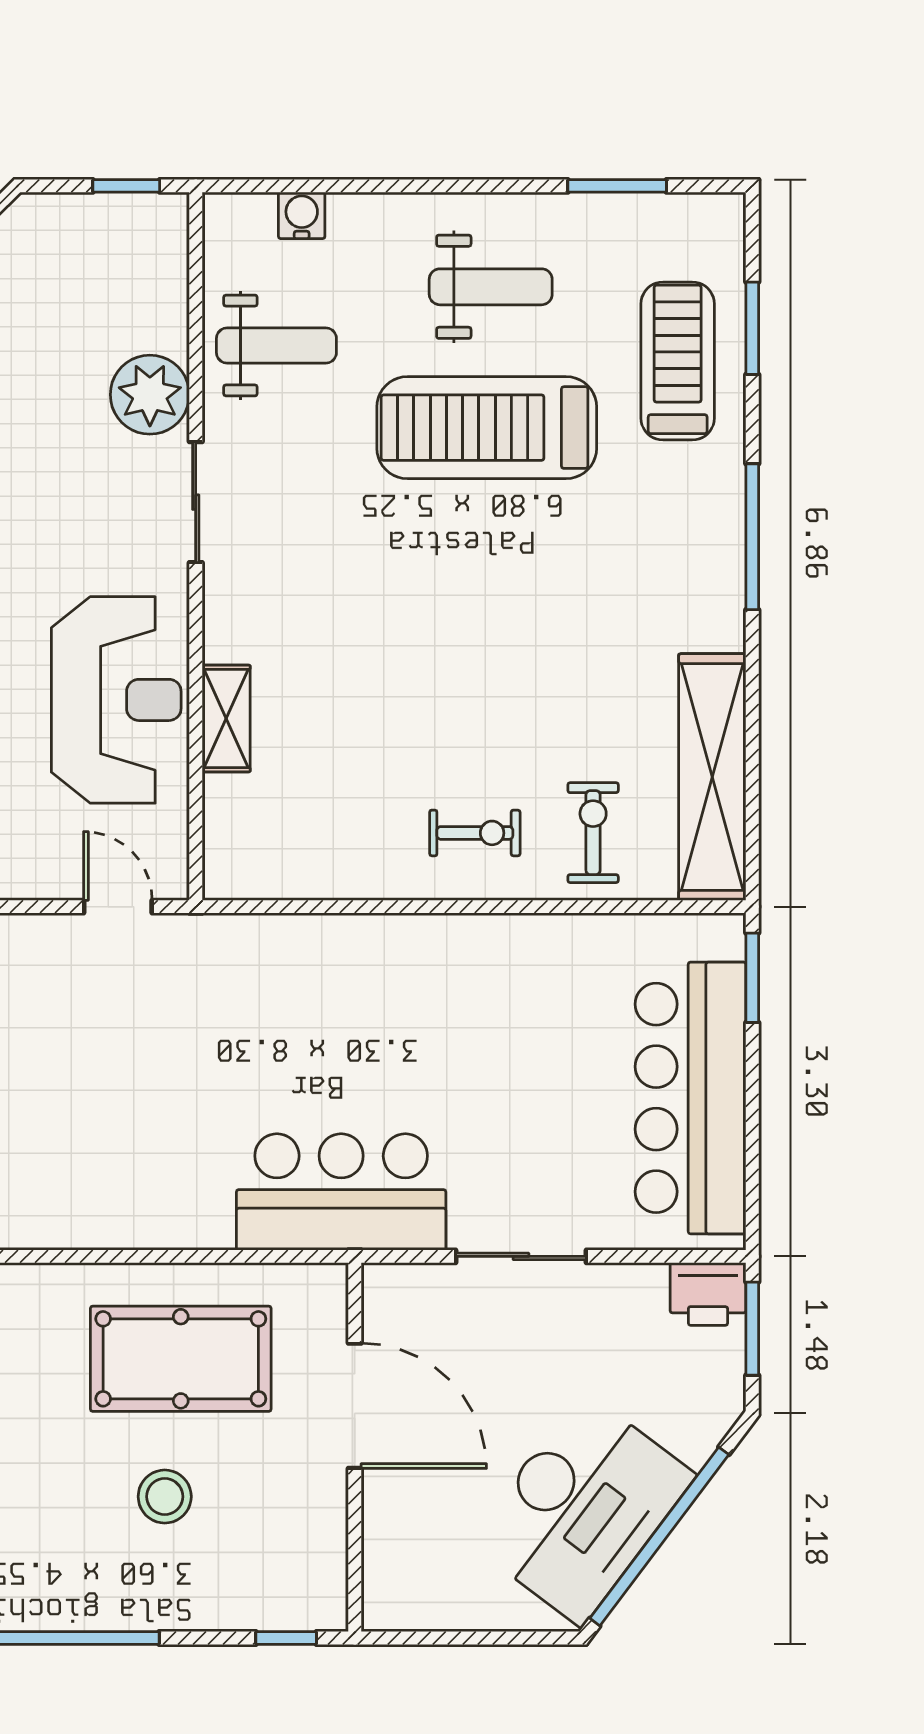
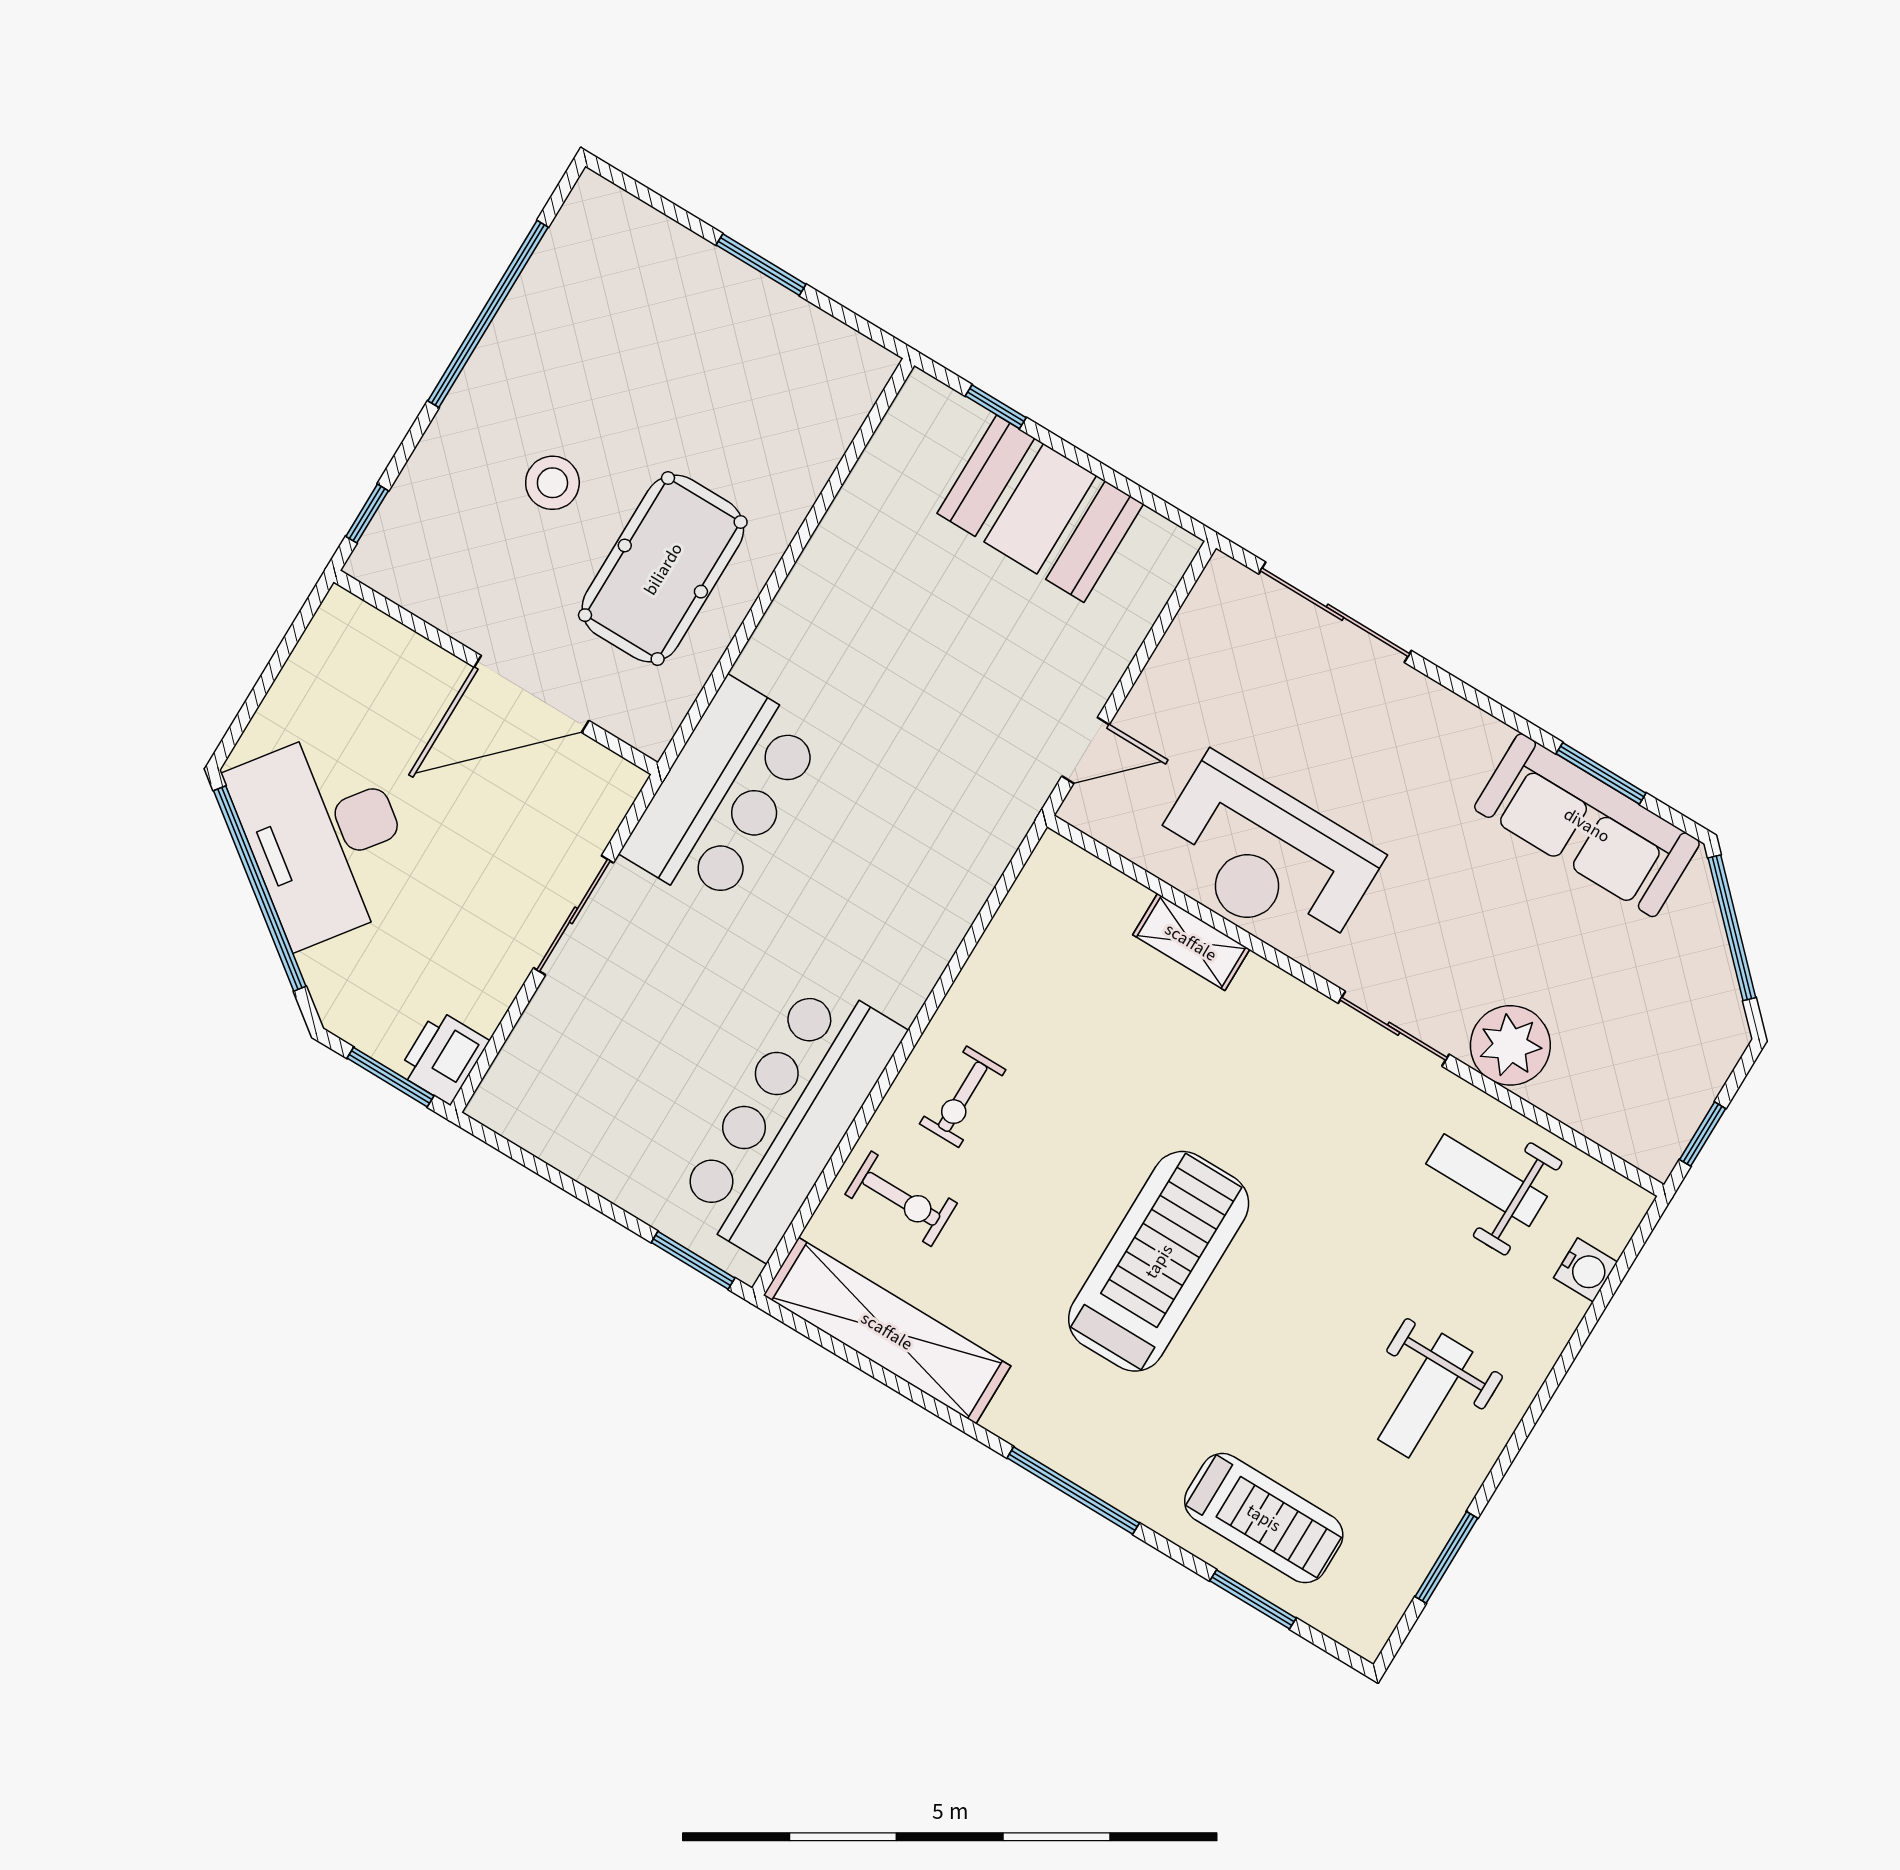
weight bench: (276, 345) -> (1487, 1180), turned 90
treadmill: (487, 428) -> (1159, 1261), moved
bar counter: (690, 1098) -> (790, 1118), moved, turned -90

